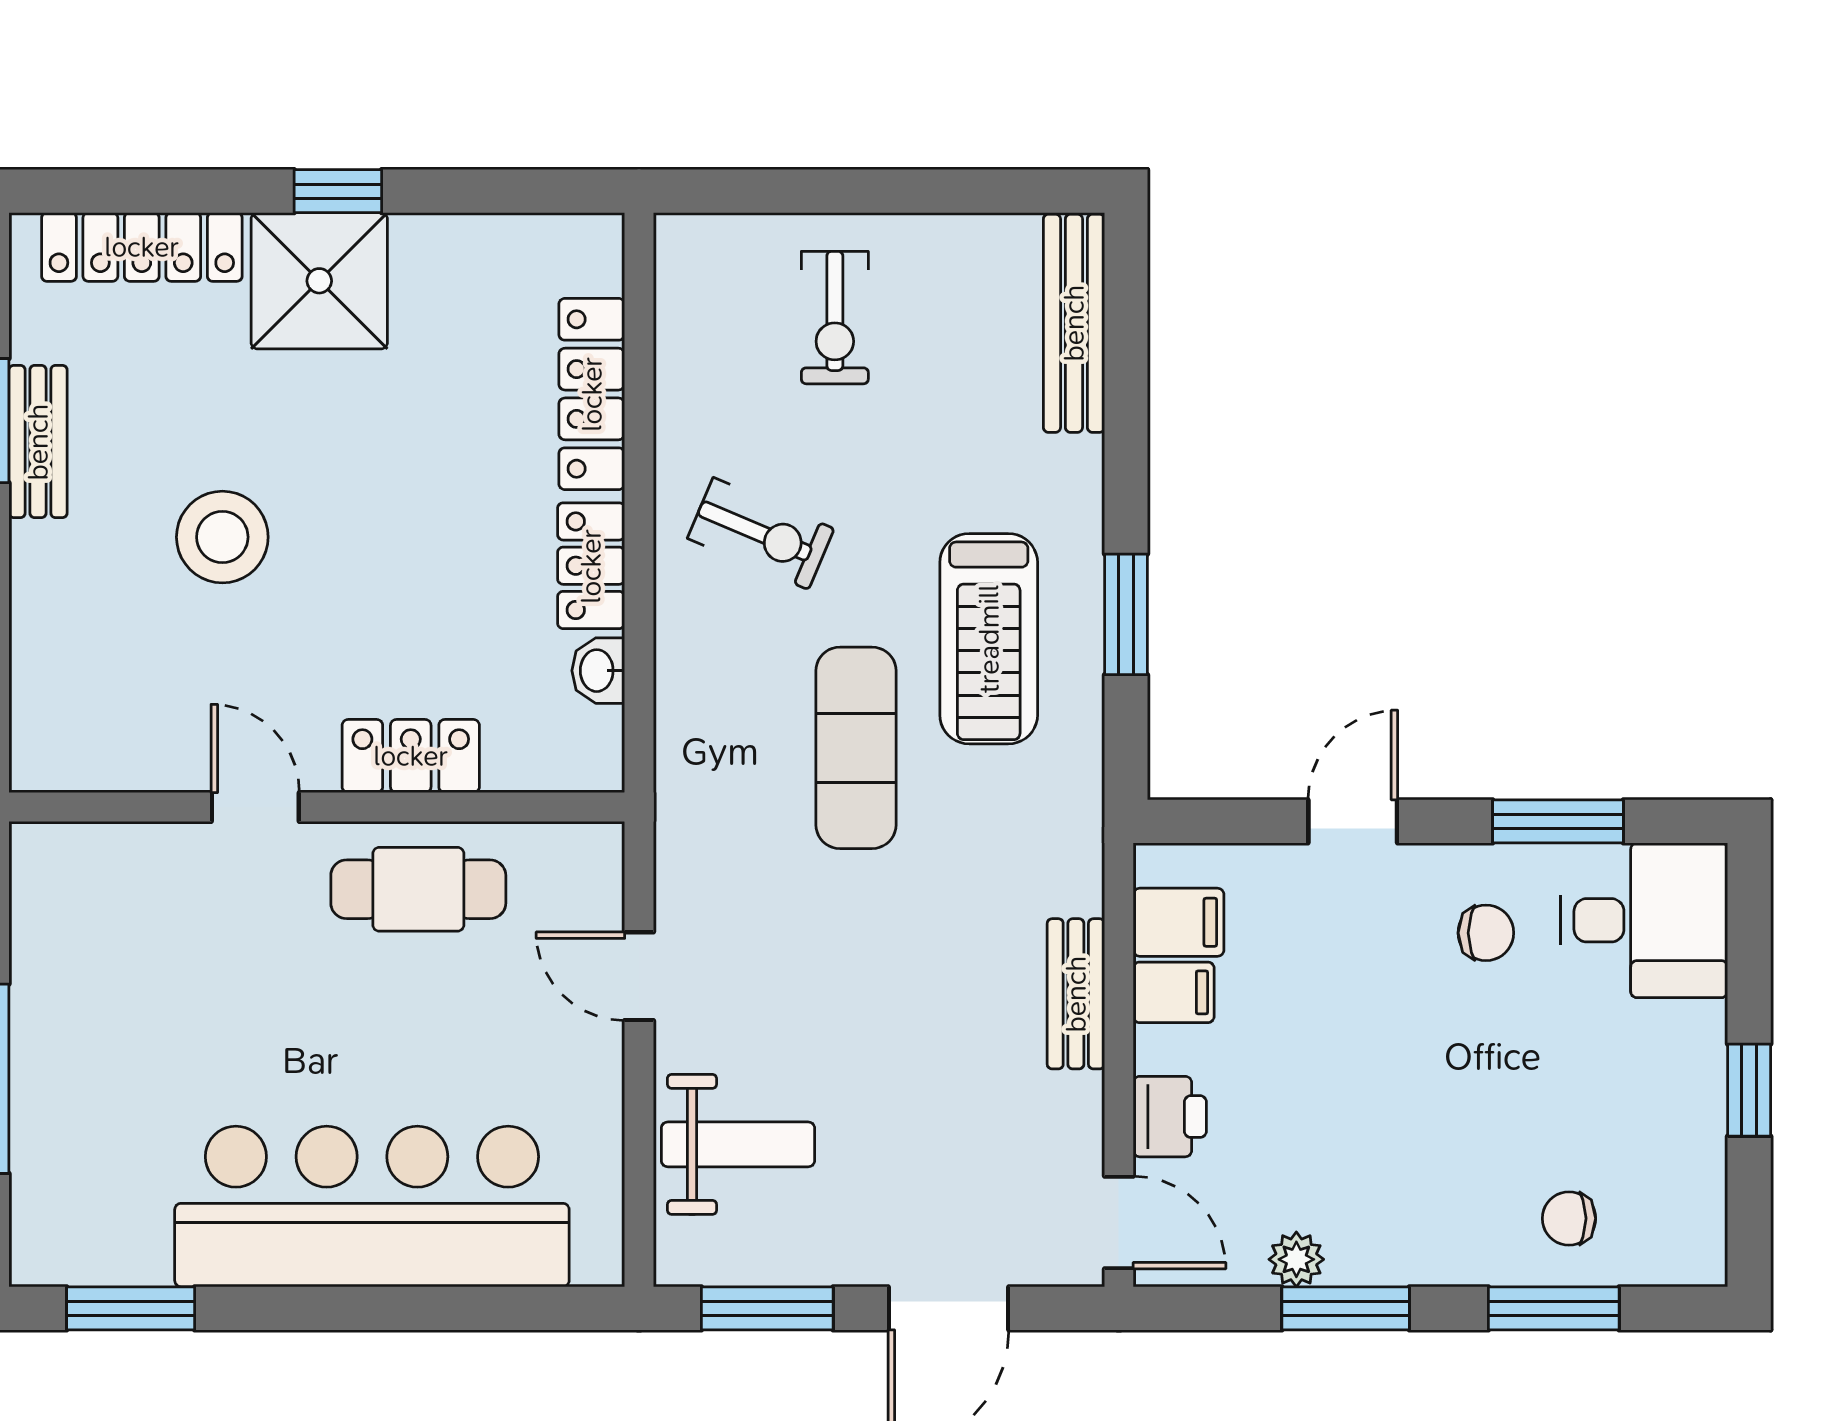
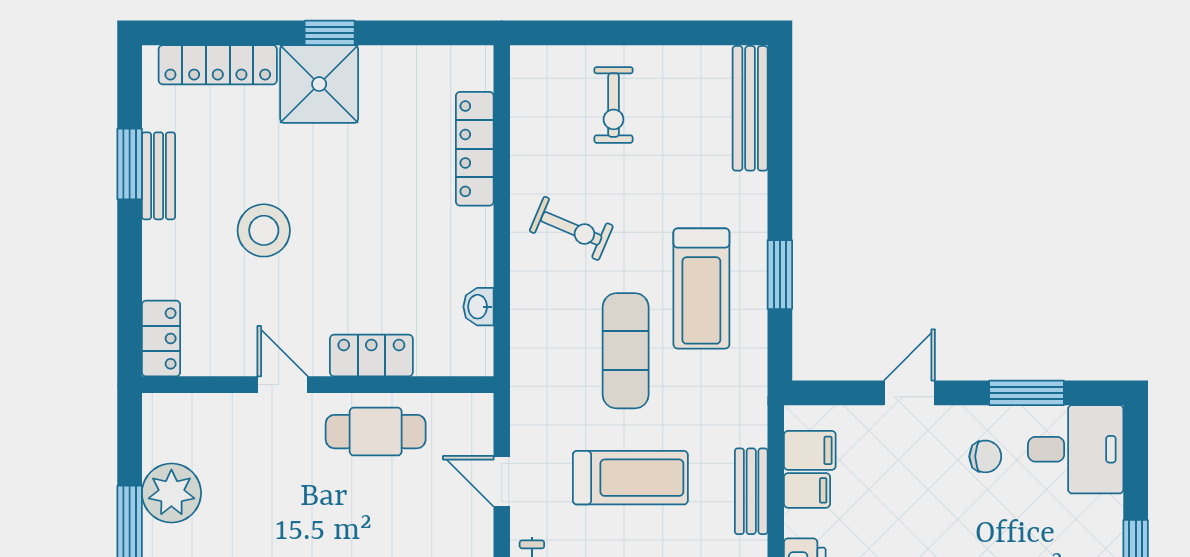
locker: (591, 566) -> (161, 338), moved, turned 180
treadmill: (864, 970) -> (630, 478), added
plant: (61, 997) -> (171, 493), added

